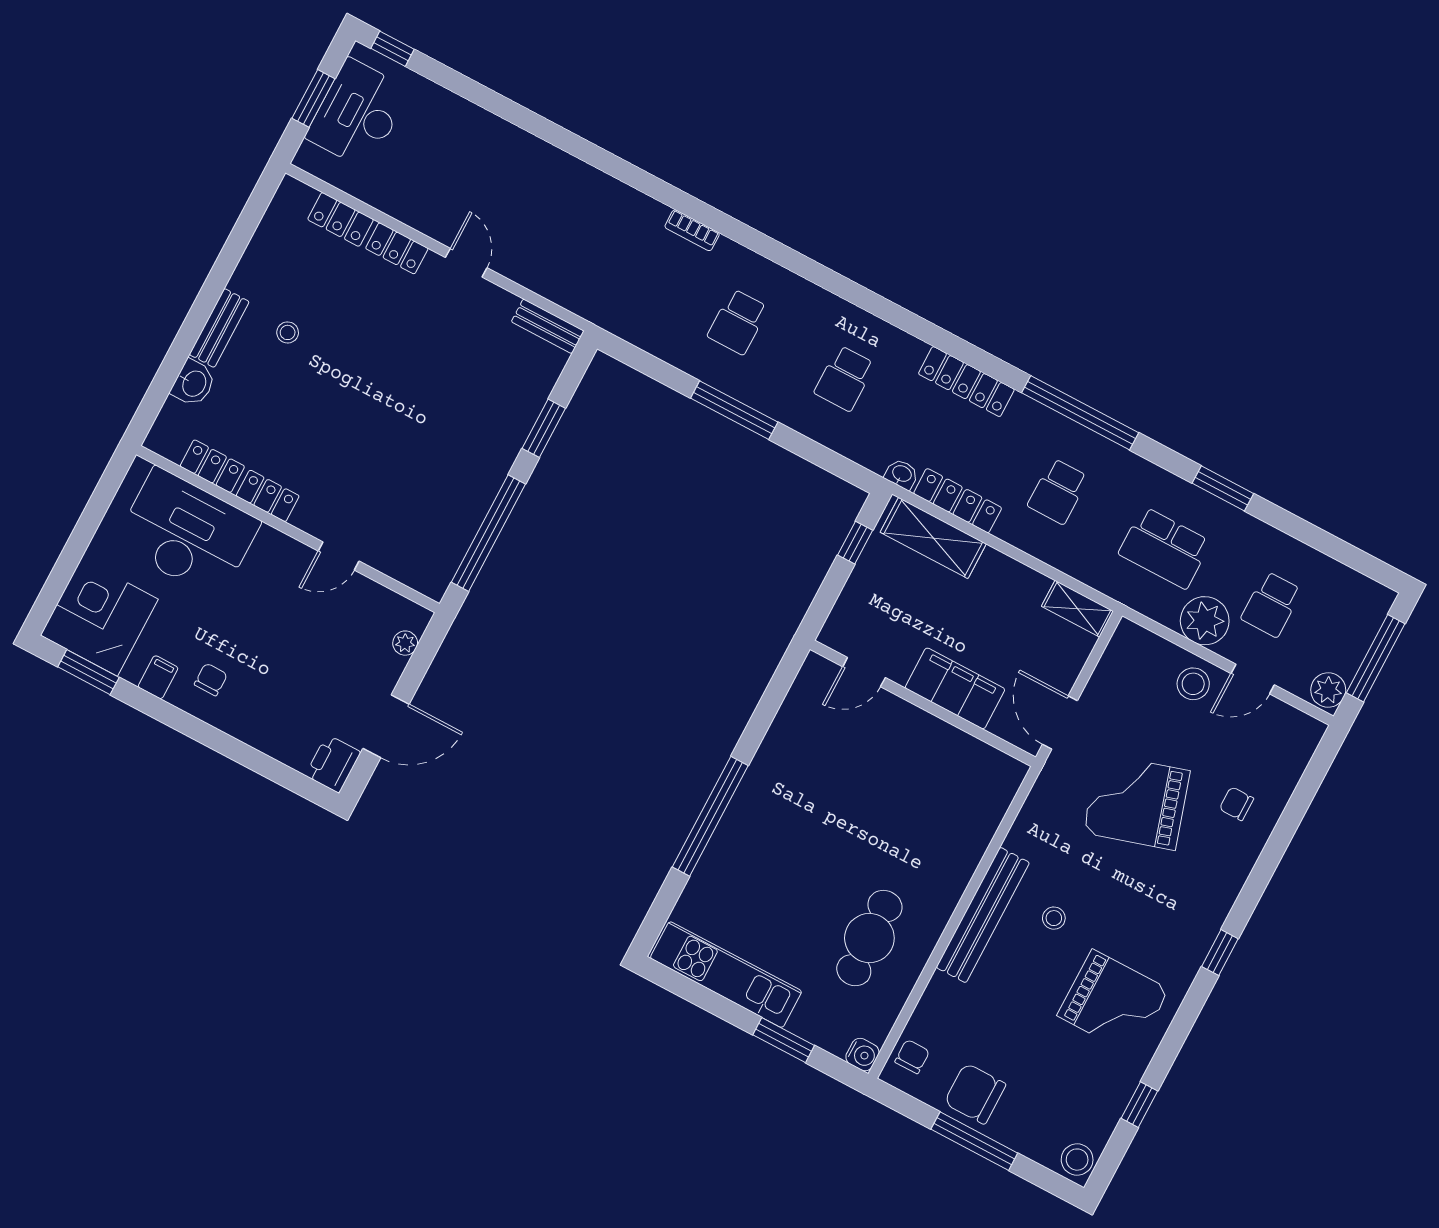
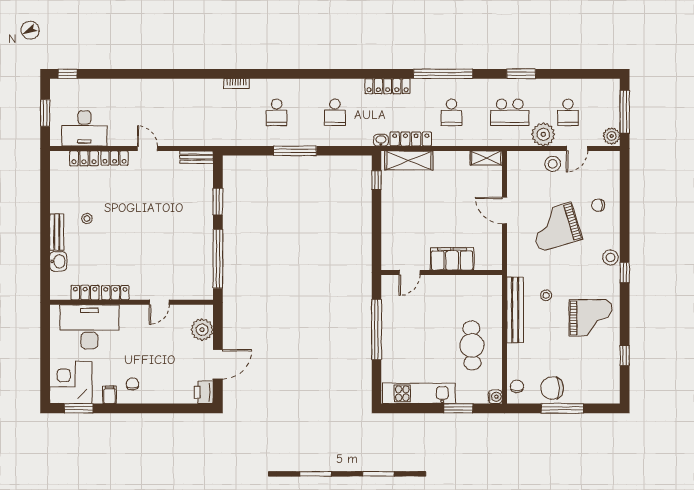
desk: (358, 114) -> (84, 128), moved, turned -90
plant: (405, 643) -> (202, 330), width x1.87, depth x1.87
door: (864, 672) -> (409, 272), moved
filing cabinet: (955, 688) -> (452, 259), moved
wall: (923, 703) -> (442, 272), moved
stool: (1077, 1160) -> (610, 257), moved

